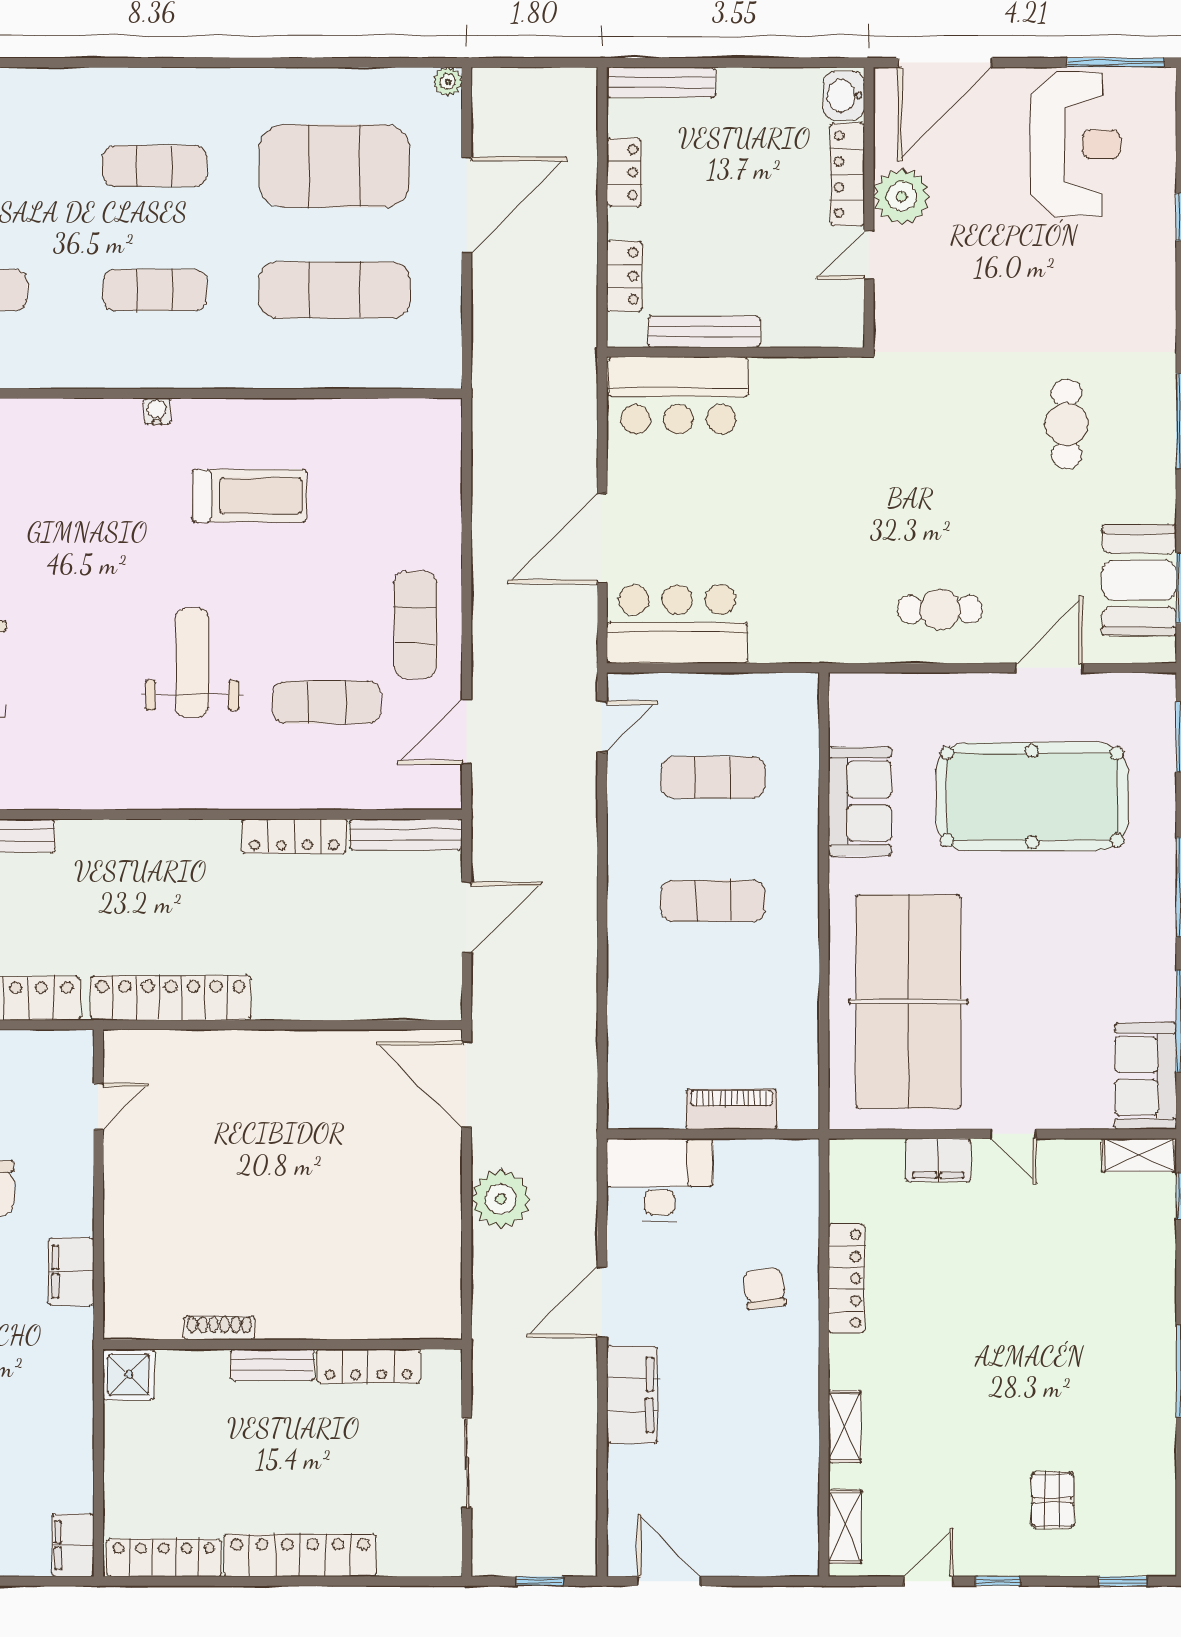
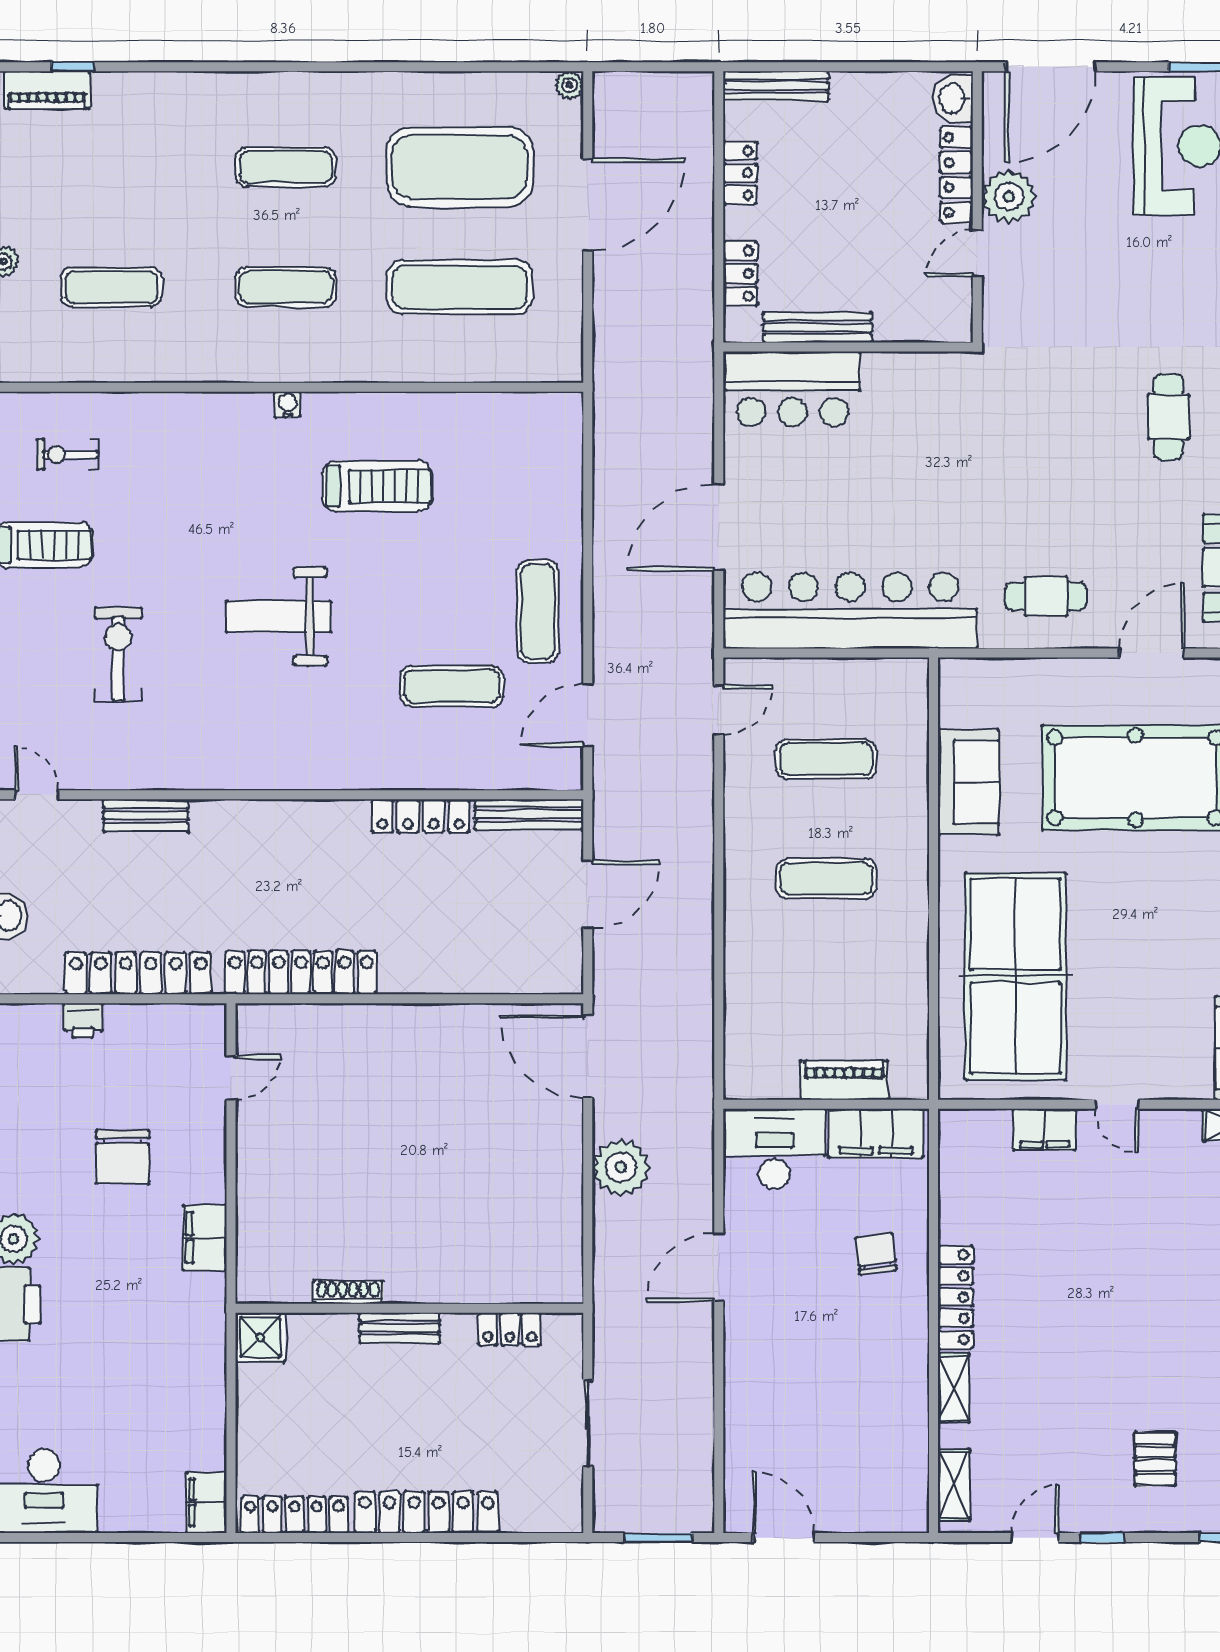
bar counter: (677, 624) -> (850, 611), width x1.86
weight bench: (192, 663) -> (279, 617), moved, turned -90
locker: (846, 1279) -> (956, 1297), moved
locker: (368, 1366) -> (510, 1329), width x0.66
filing cabinet: (632, 1395) -> (876, 1133), moved, turned 90
window: (540, 1581) -> (658, 1538), width x1.50

